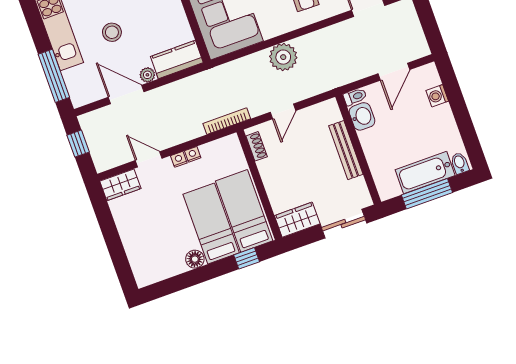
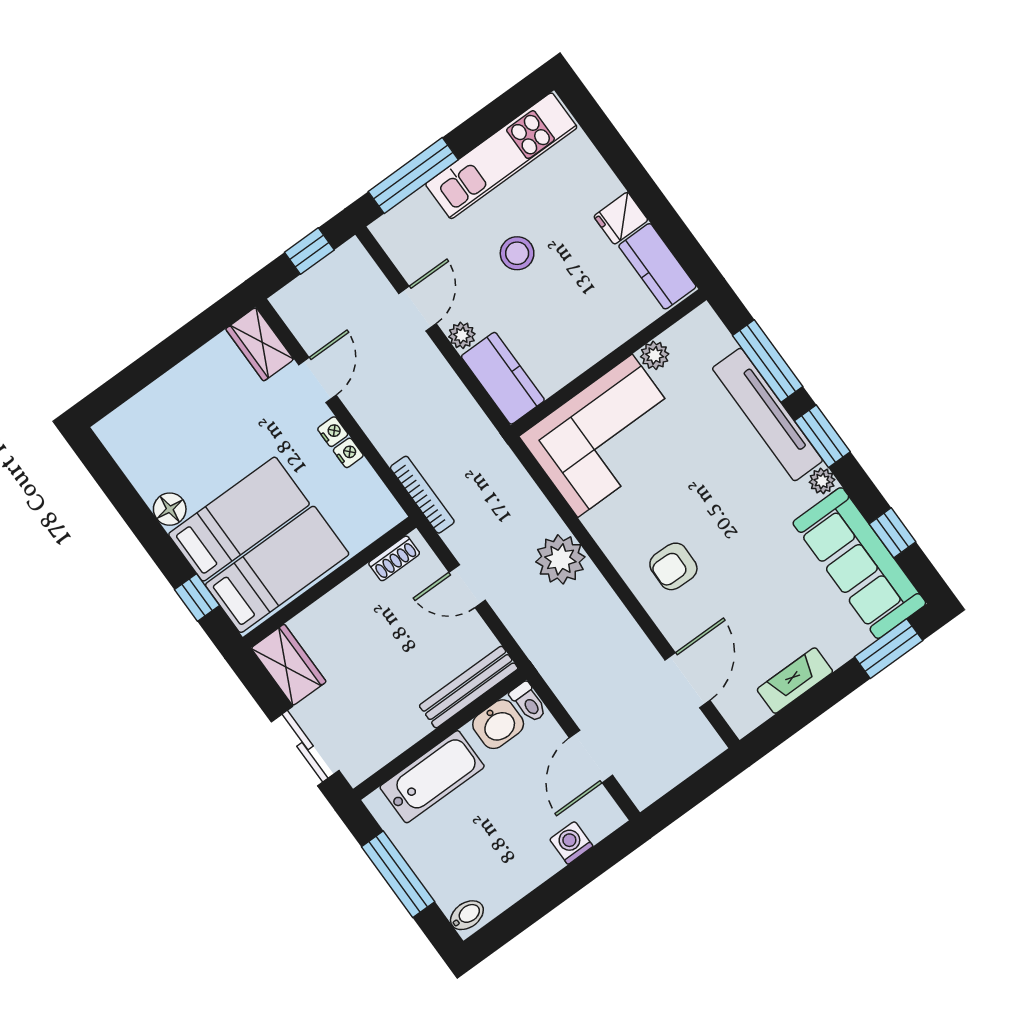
door: (394, 72) -> (591, 756), hinge flipped
door: (126, 94) -> (417, 309), width x0.73
bench: (346, 150) -> (469, 687), moved
bathtub: (425, 173) -> (432, 777), moved, turned 90

